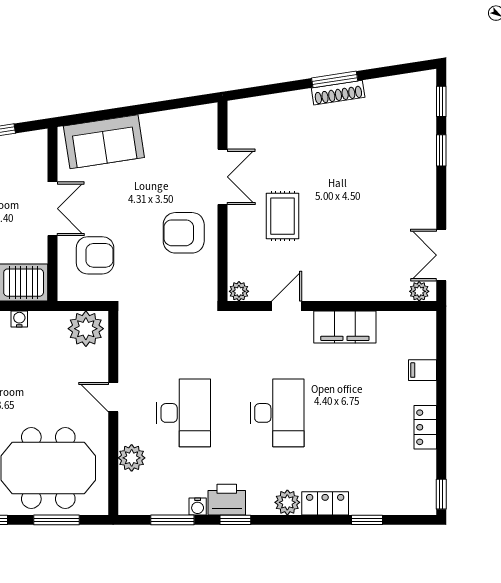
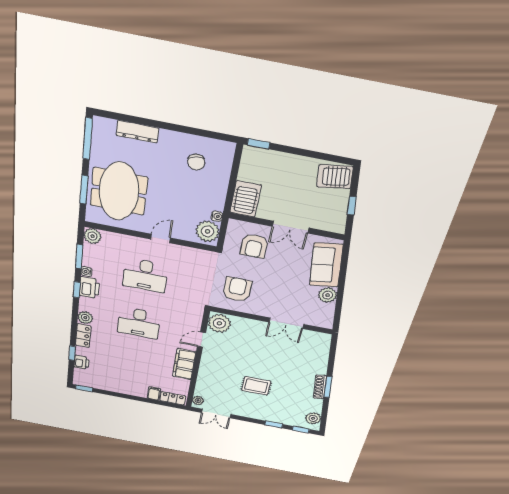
plant: (410, 87) -> (313, 418), added
plant: (156, 126) -> (328, 295), added
rug: (283, 216) -> (256, 386), moved
armchair: (184, 233) -> (237, 289), moved
double door: (441, 255) -> (216, 413), swing flipped
plant: (239, 291) -> (219, 323), width x1.87, depth x1.87
door: (287, 306) -> (201, 340), swing flipped
water cooler: (19, 319) -> (217, 216), moved
locker: (425, 427) -> (173, 398), moved
plant: (132, 458) -> (93, 236), moved
printer: (383, 503) -> (81, 362), added

